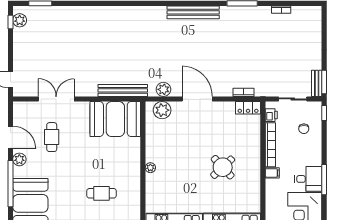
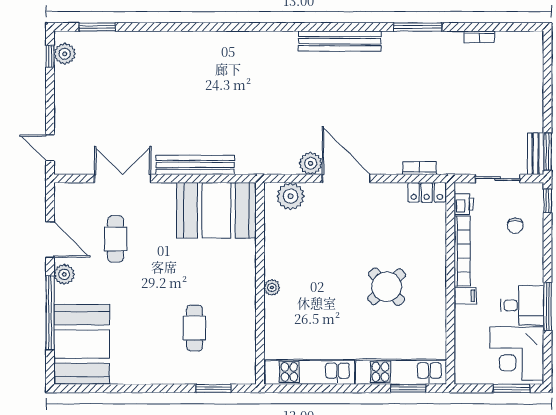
plant: (163, 89) -> (311, 163), moved
bench: (123, 90) -> (195, 165), moved
cafe table: (102, 193) -> (194, 328), turned 90

